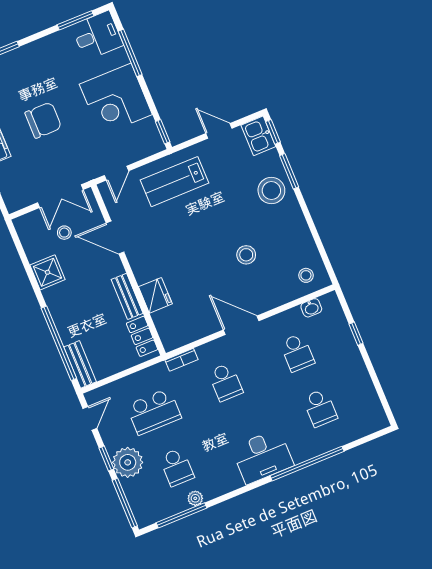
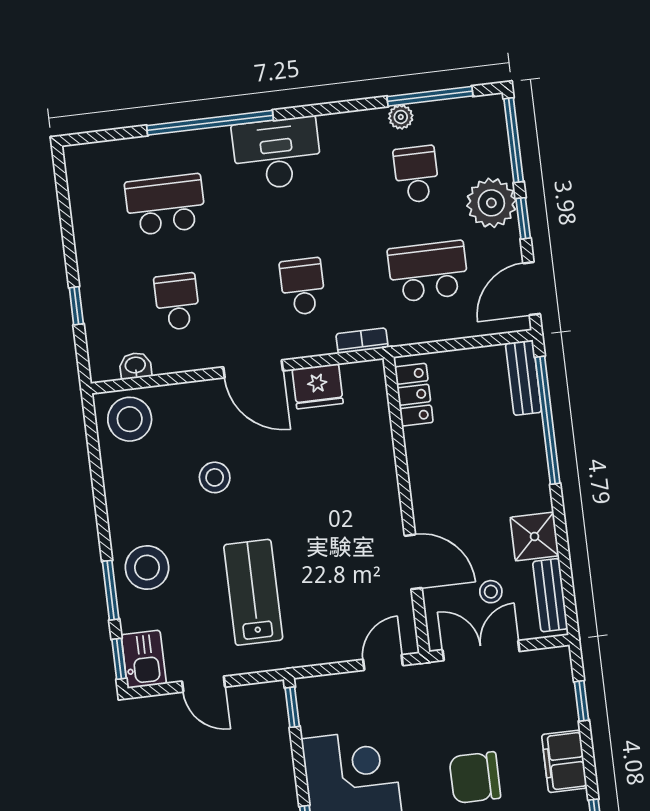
lab bench: (174, 182) -> (253, 592), moved, turned -90
stool: (306, 275) -> (130, 419), width x1.89, depth x1.89
fridge: (155, 295) -> (318, 386), moved, turned -90
bench: (127, 296) -> (550, 595), moved
school desk: (320, 408) -> (165, 205), width x1.85
door: (90, 418) -> (532, 289), width x1.38

